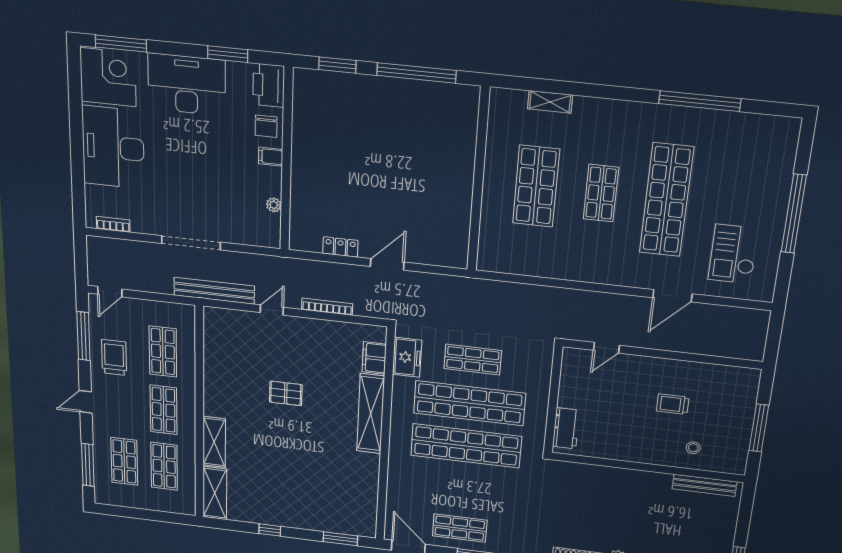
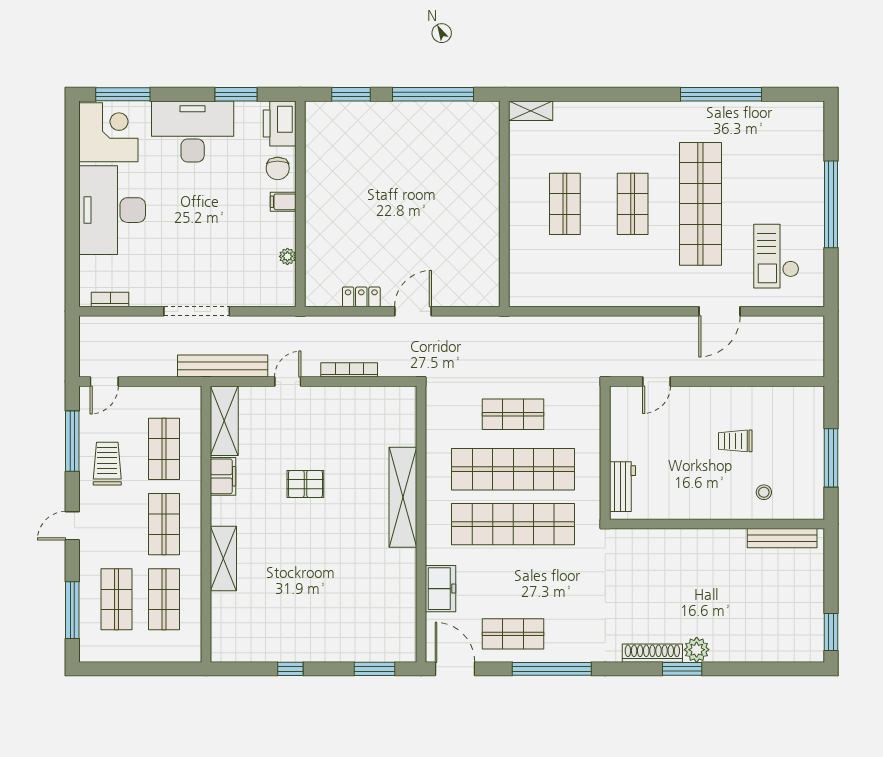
shelving: (550, 102) -> (531, 111), moved
shop shelf: (536, 186) -> (565, 204), width x0.70, depth x0.74
freezer: (407, 357) -> (440, 589), moved
filing cabinet: (374, 358) -> (223, 476), moved, turned 180
shelving: (215, 493) -> (224, 421), moved

